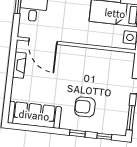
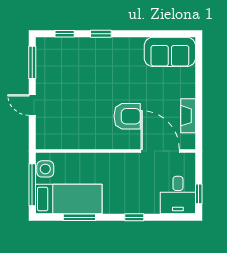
armchair: (85, 107) -> (127, 116), moved
sofa: (34, 115) -> (170, 52), width x0.73

